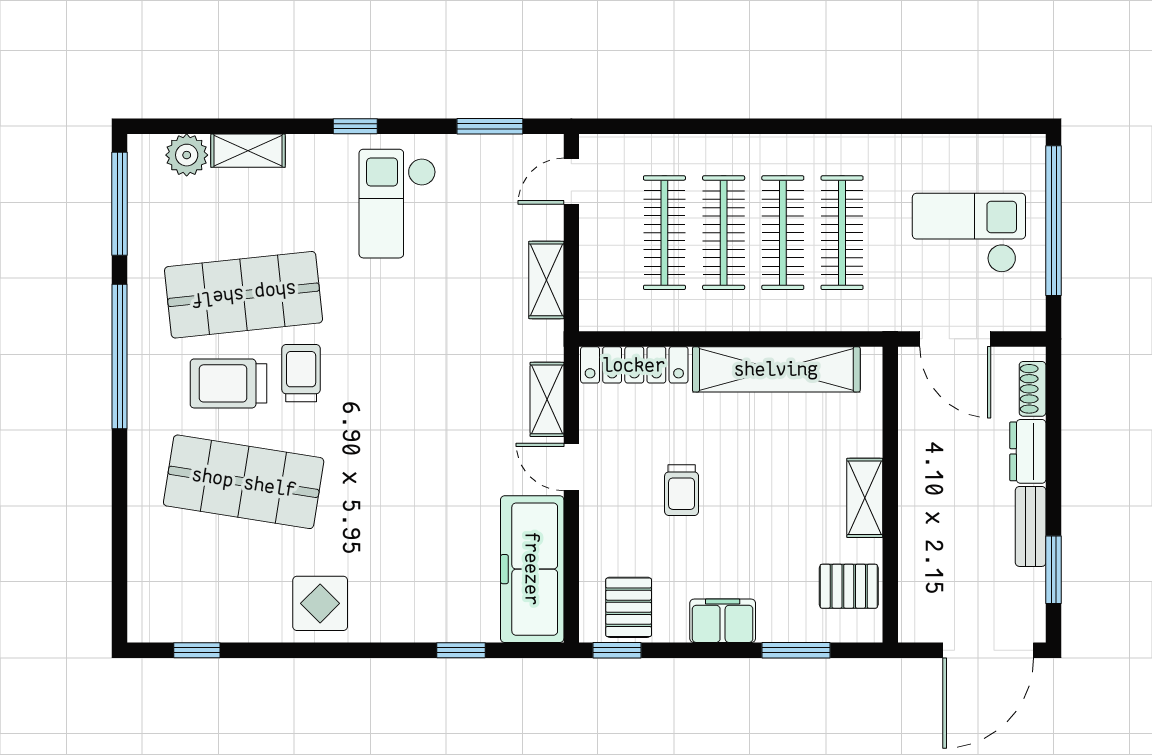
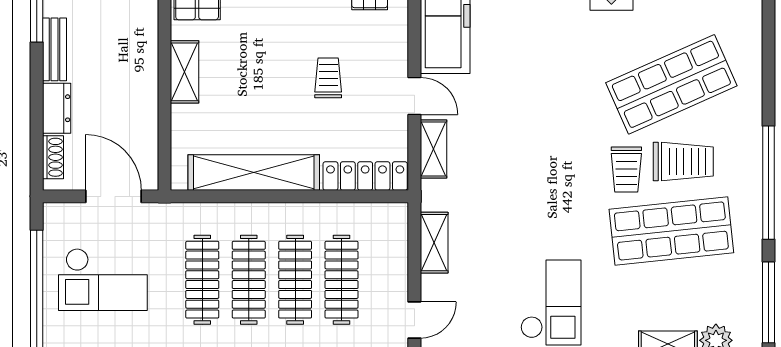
shop shelf: (244, 482) -> (671, 84), turned -33

